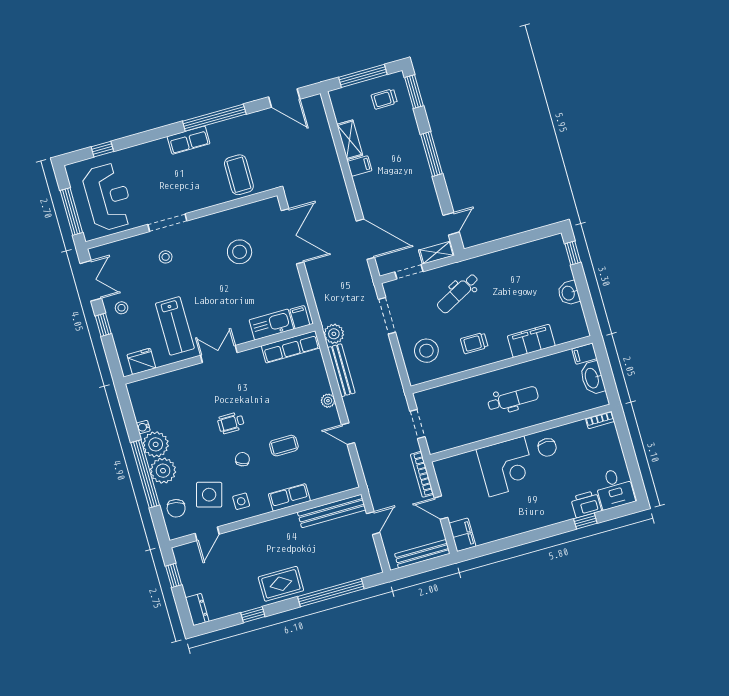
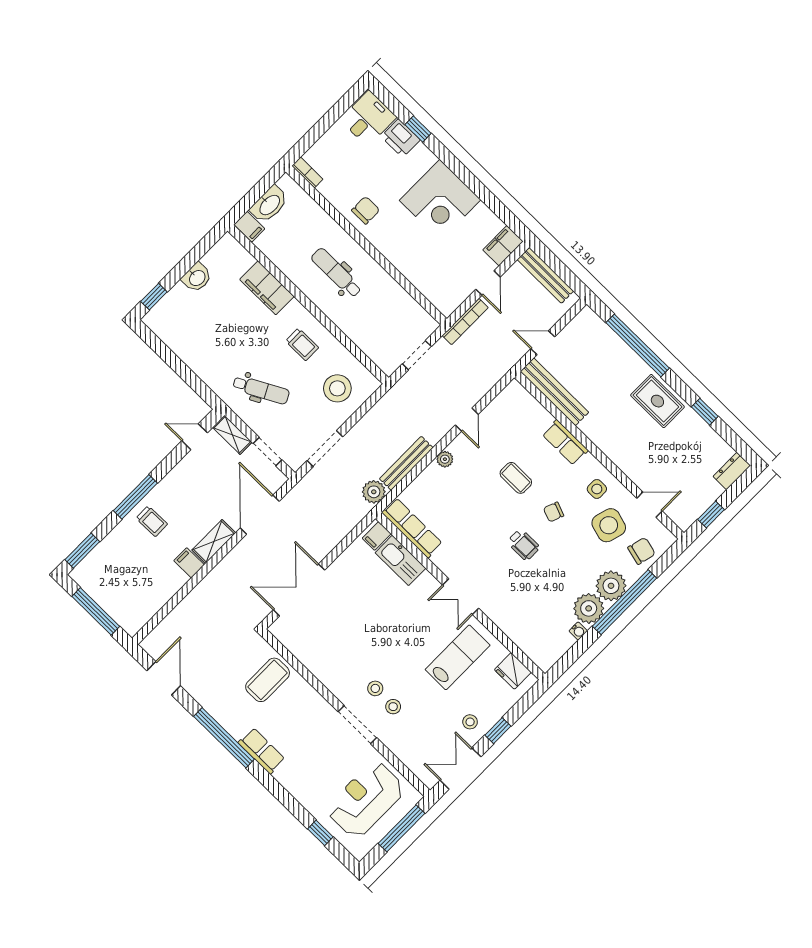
trolley: (384, 99) -> (152, 521), moved
shelving: (350, 140) -> (214, 542), moved
stool: (240, 252) -> (375, 688), moved, width x0.53, depth x0.53
corner desk: (507, 466) -> (440, 200), moved, turned 180

